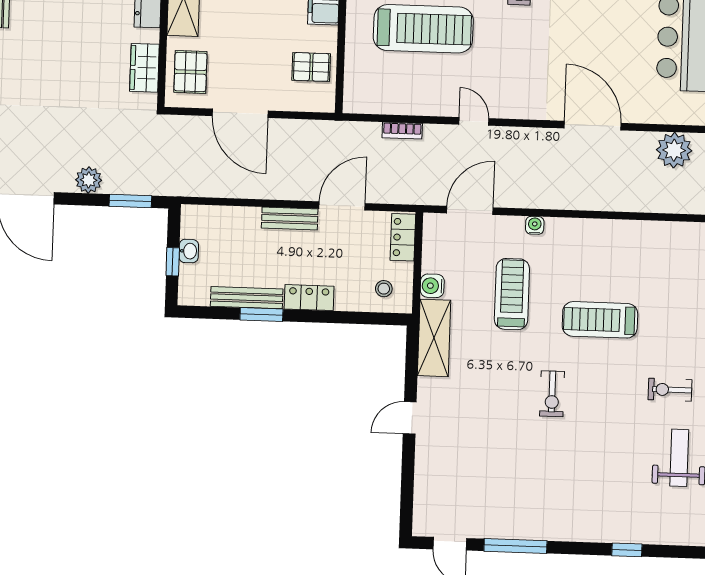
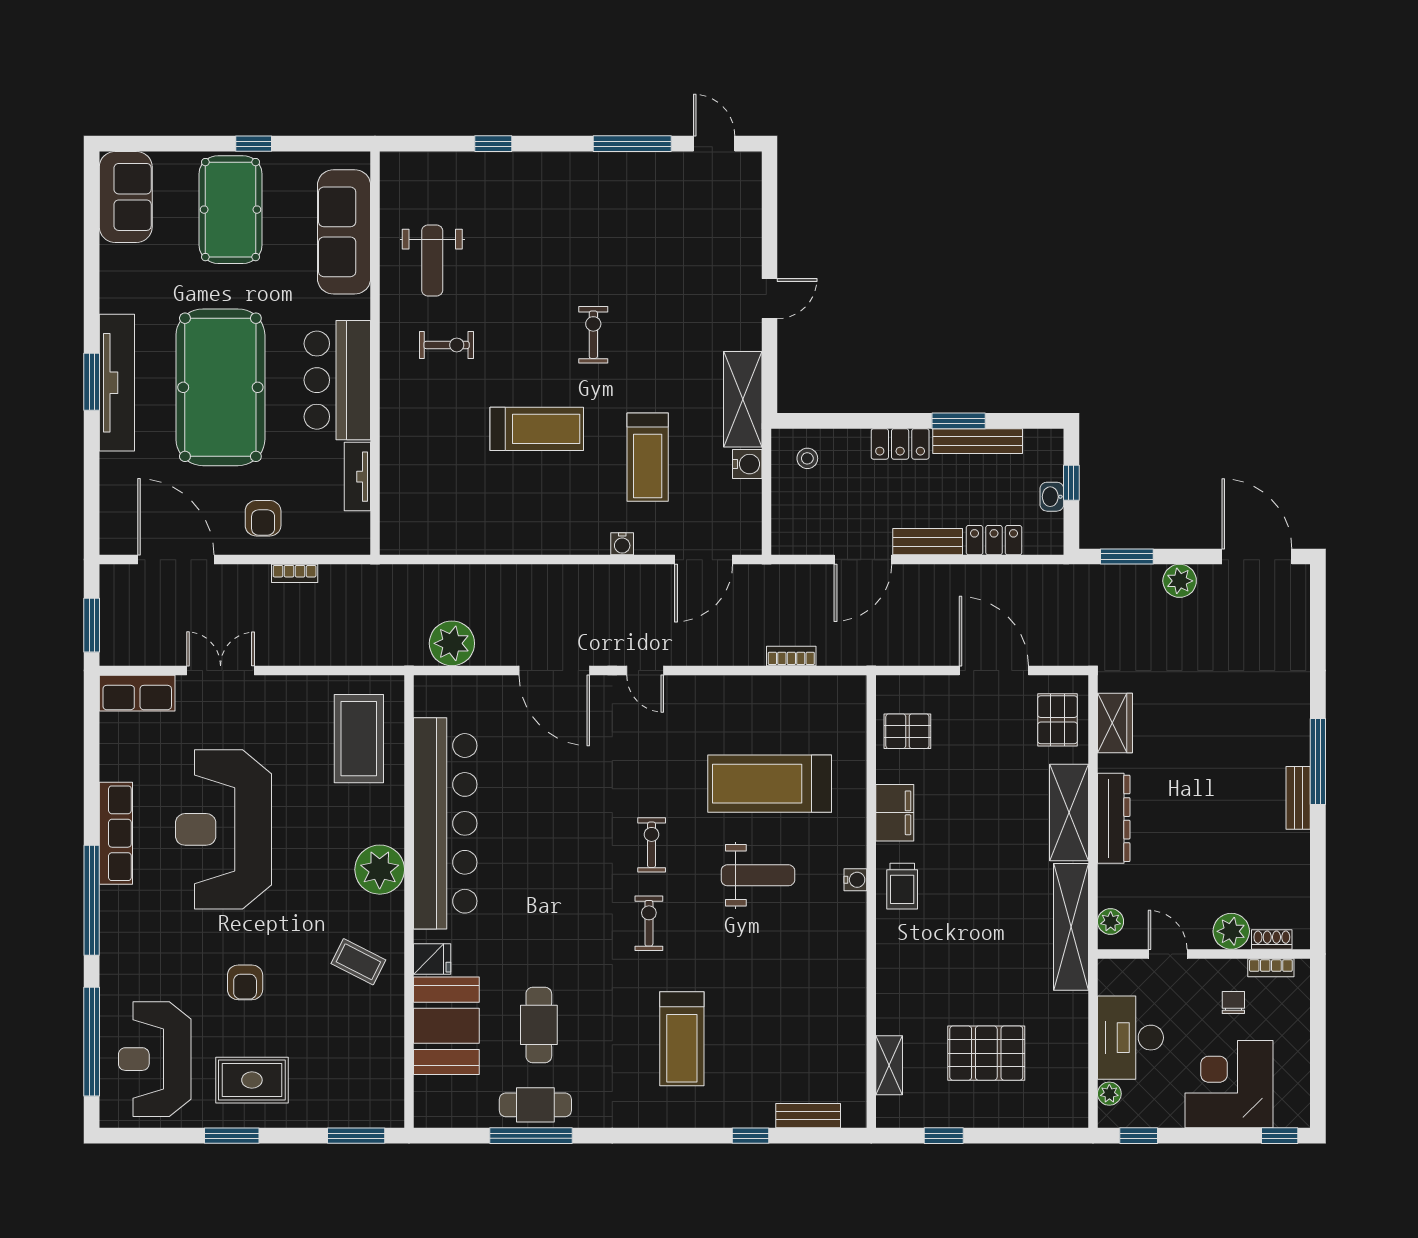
door: (474, 121) -> (645, 670), moved
locker: (403, 237) -> (994, 540), moved, turned -90

